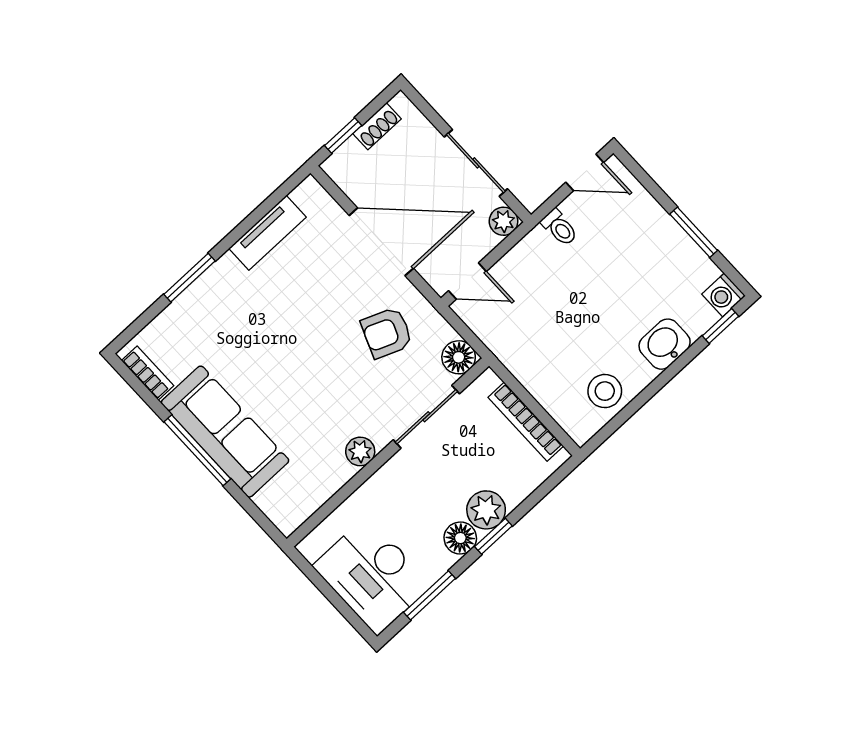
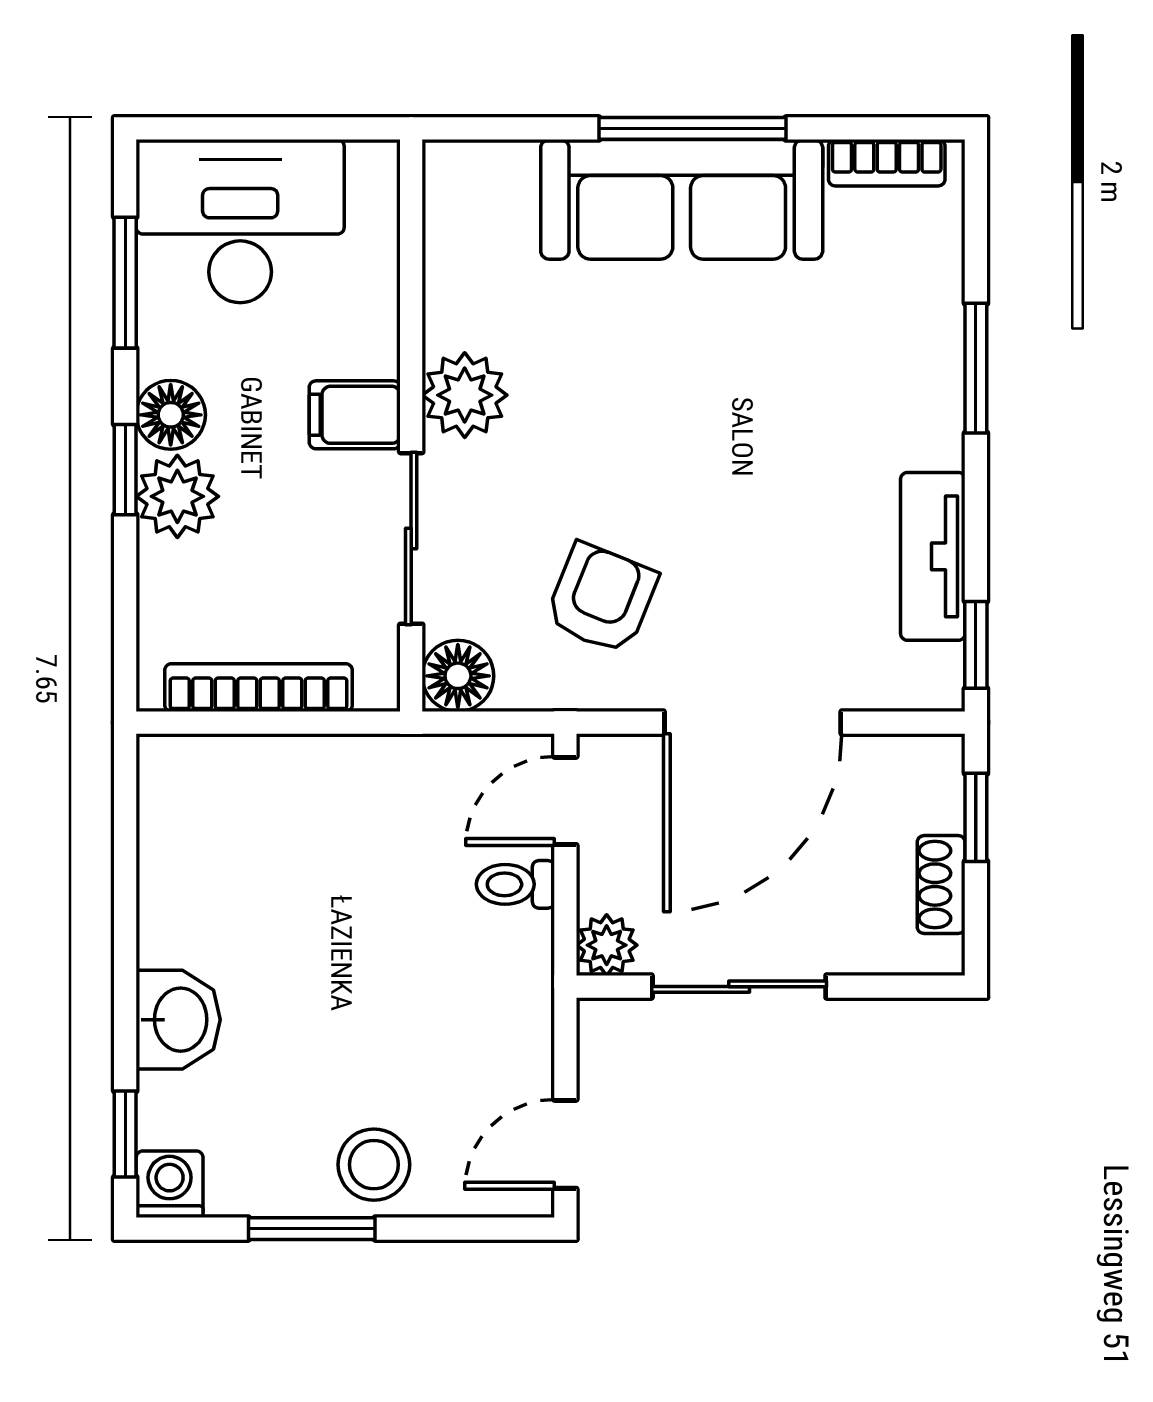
window: (284, 190) -> (976, 645), added
toilet: (559, 228) -> (515, 884), moved
stool: (605, 391) -> (374, 1165), moved
plant: (360, 451) -> (465, 395), width x1.38, depth x1.38
filing cabinet: (402, 475) -> (355, 415), added

